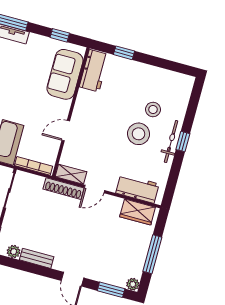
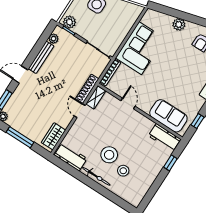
window: (183, 142) -> (93, 185), removed
workbench: (137, 189) -> (71, 157), moved, turned -90
bench: (37, 258) -> (41, 57), width x1.36

